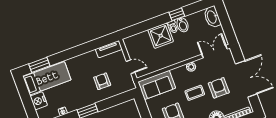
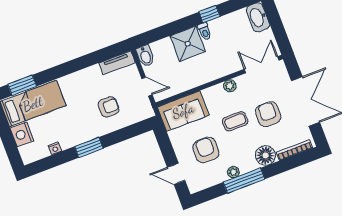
bidet: (183, 25) -> (145, 56), moved
armchair: (102, 81) -> (108, 107), turned 90

